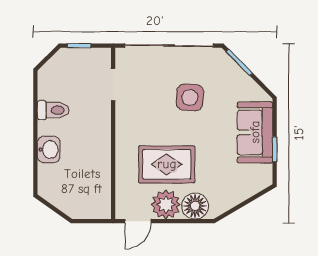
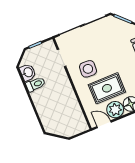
side table: (190, 97) -> (88, 69), moved
washbasin: (49, 150) -> (28, 72), moved
door: (138, 221) -> (104, 124), swing flipped

